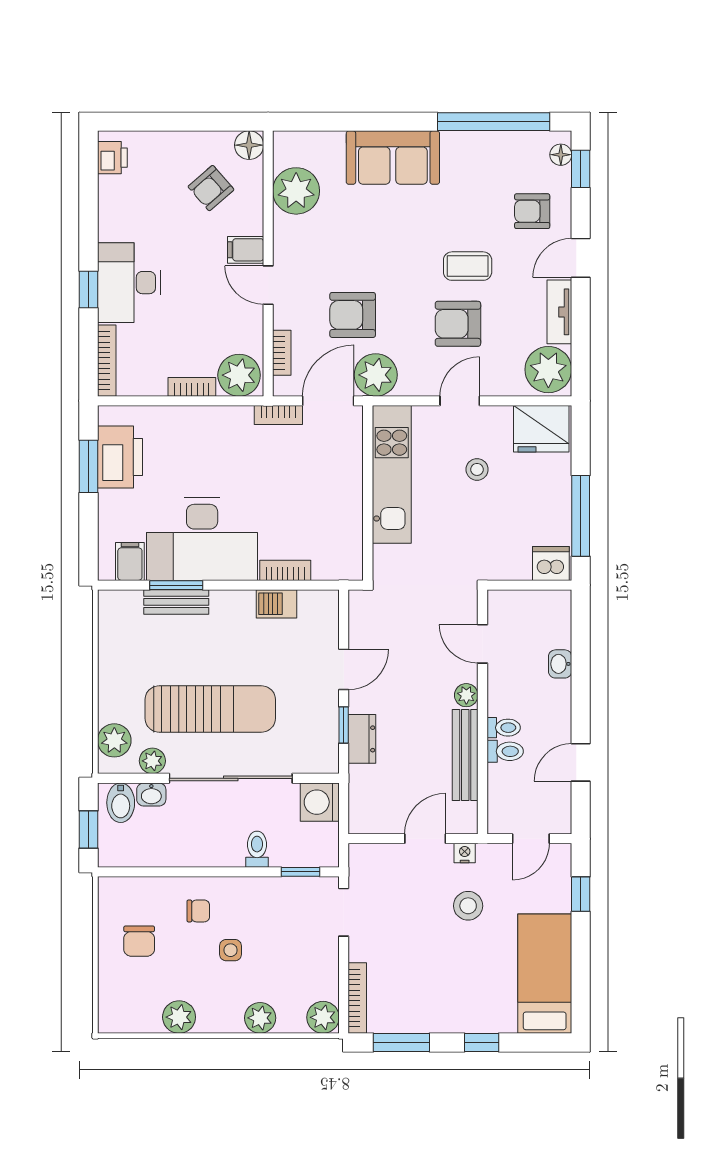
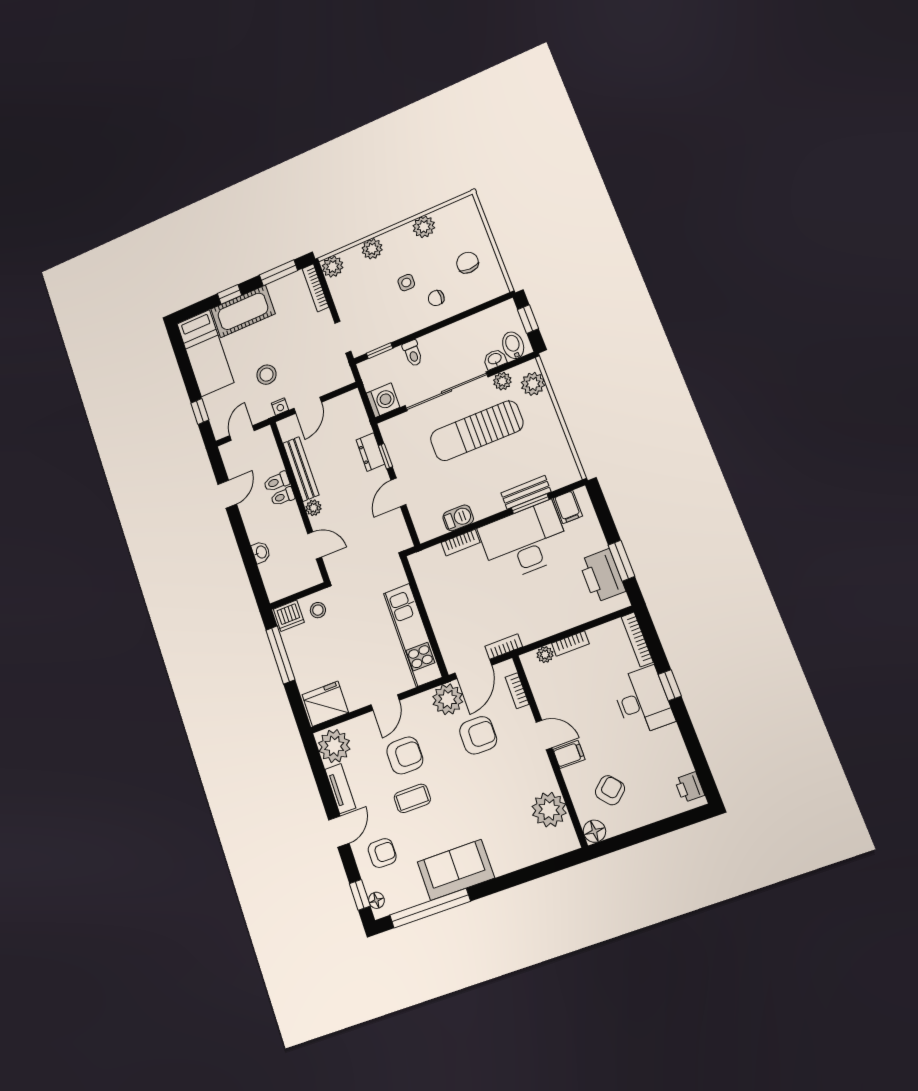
sofa: (393, 158) -> (456, 870), moved
plant: (239, 375) -> (545, 655), width x0.53, depth x0.53
stool: (477, 469) -> (318, 610), moved
cot: (471, 1010) -> (243, 311), added

